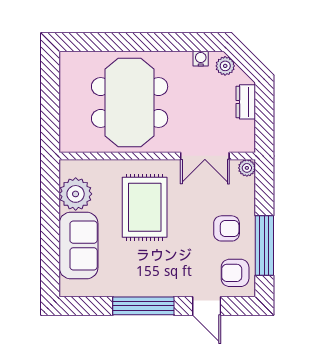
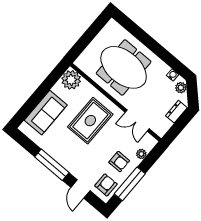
meeting table: (130, 102) -> (124, 67), turned 90
plant: (247, 168) -> (141, 154), moved
plant: (76, 194) -> (71, 80), moved
armchair: (235, 273) -> (106, 185), turned 90

